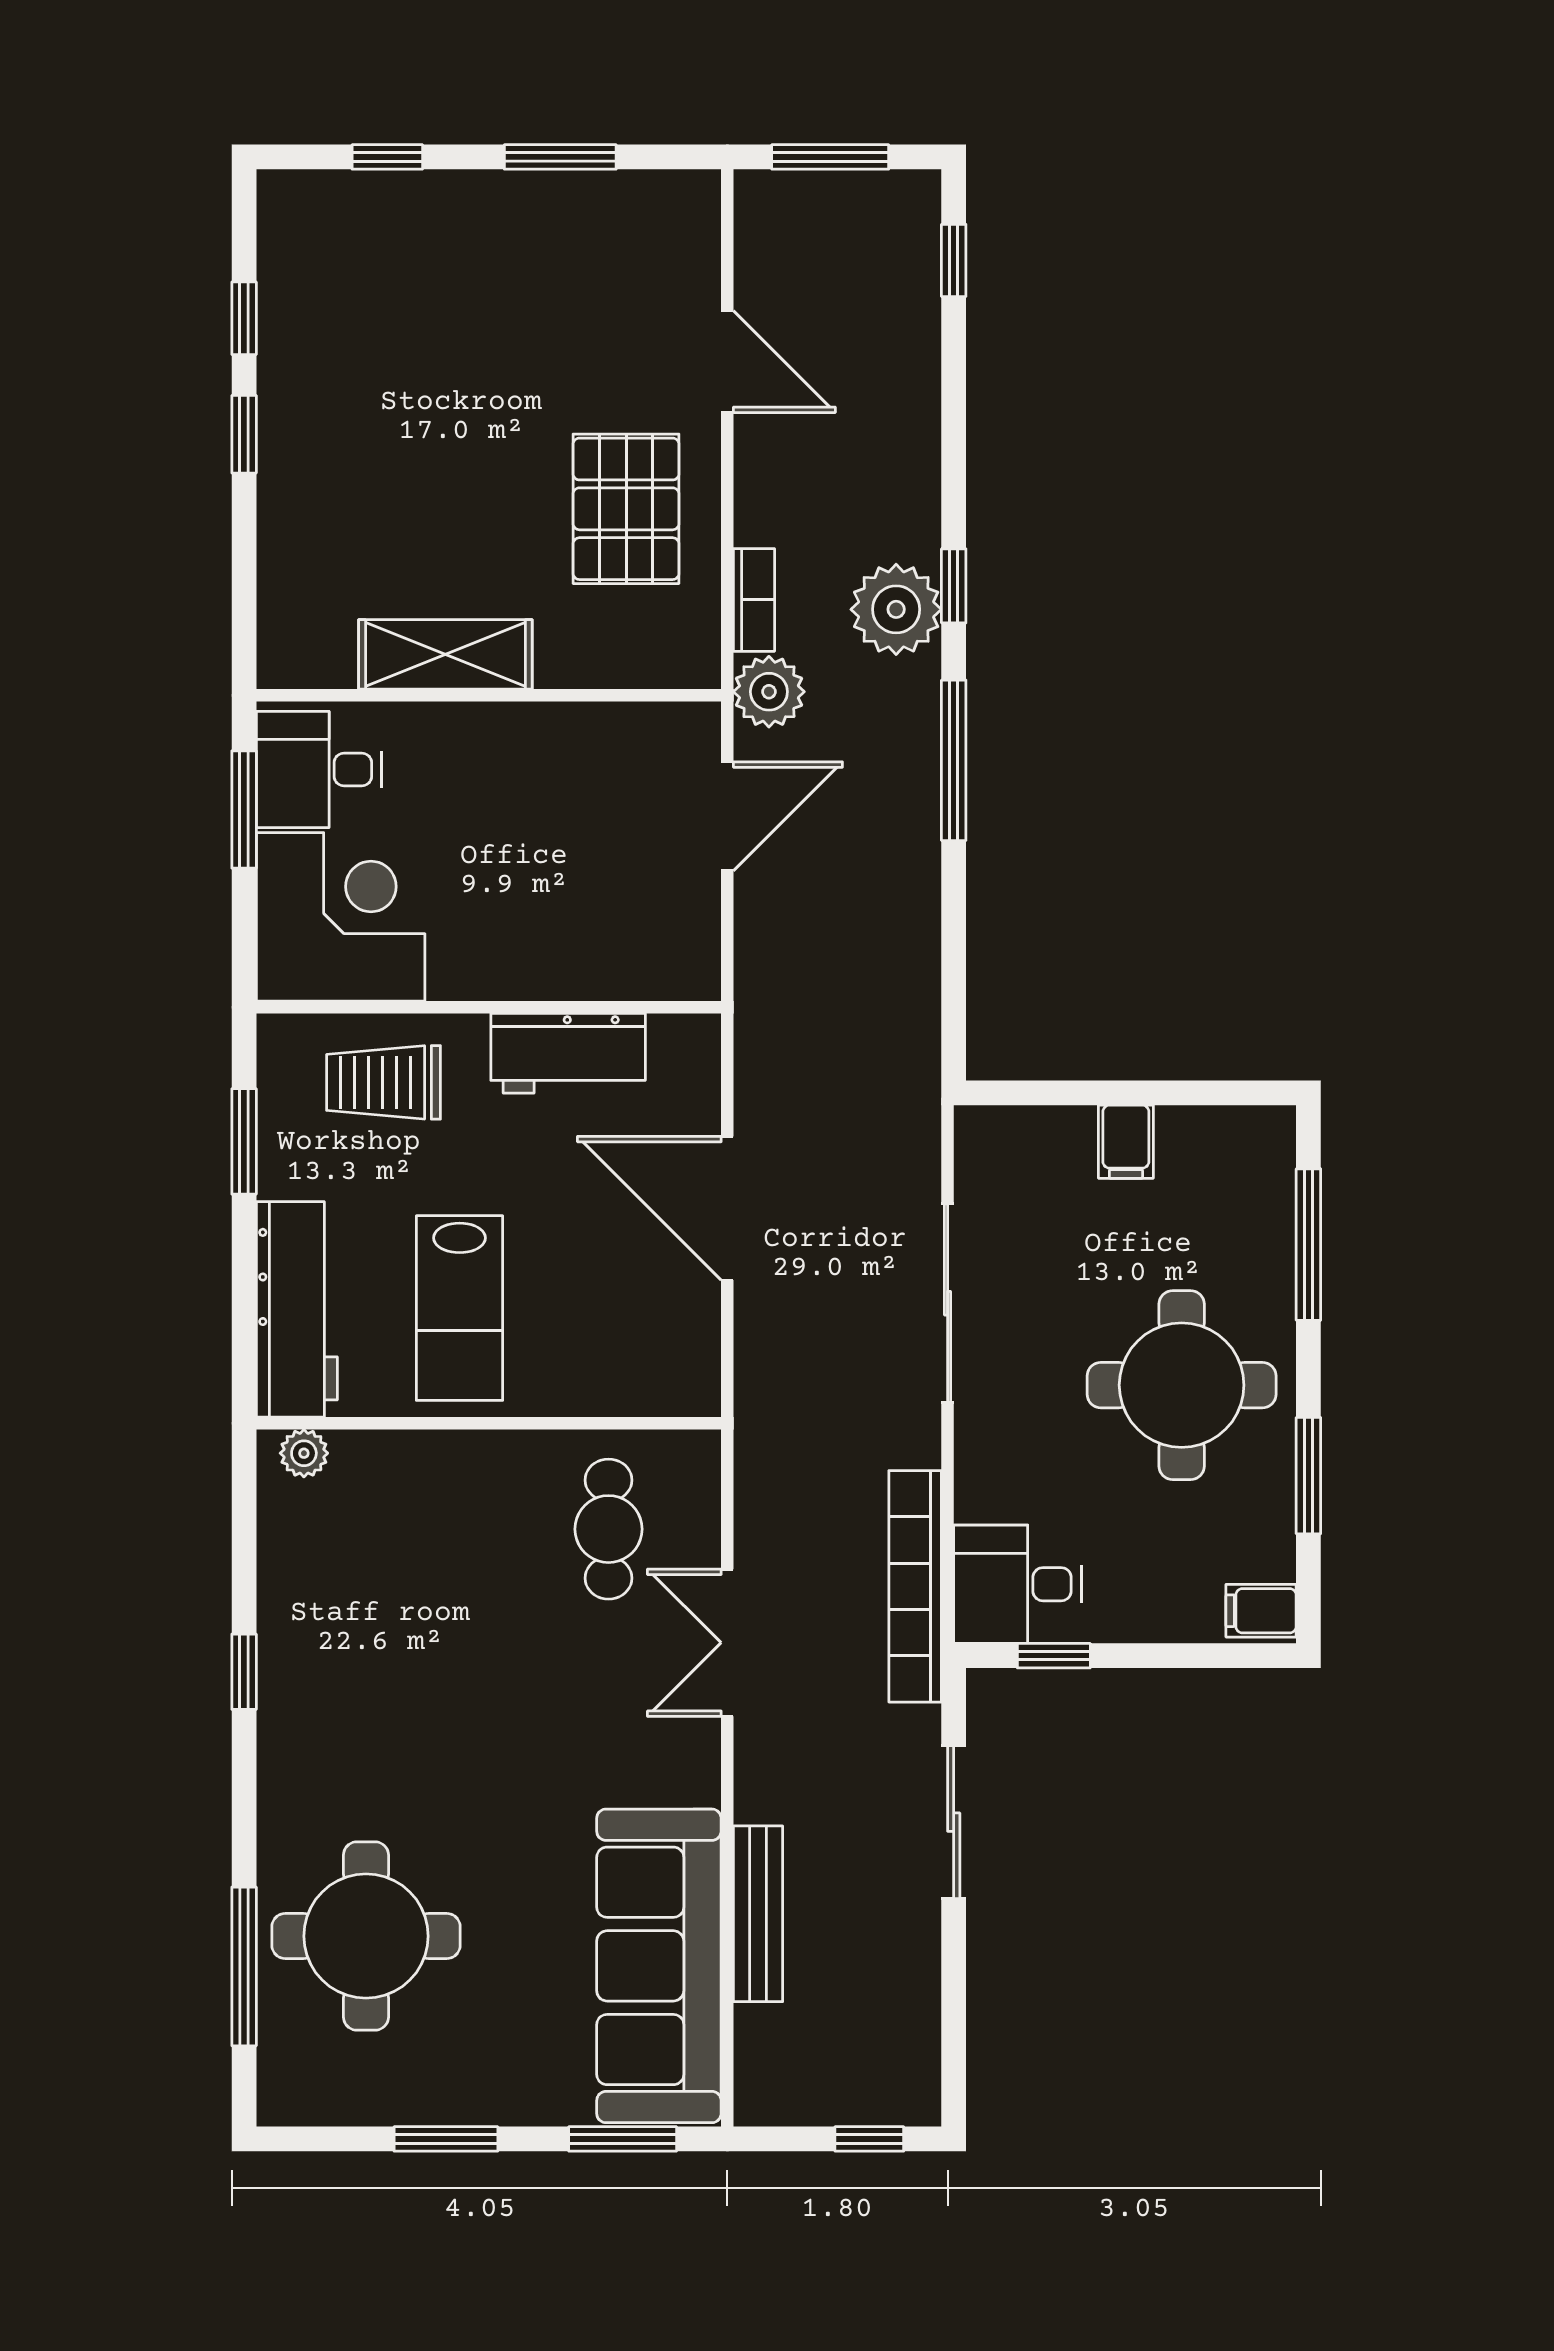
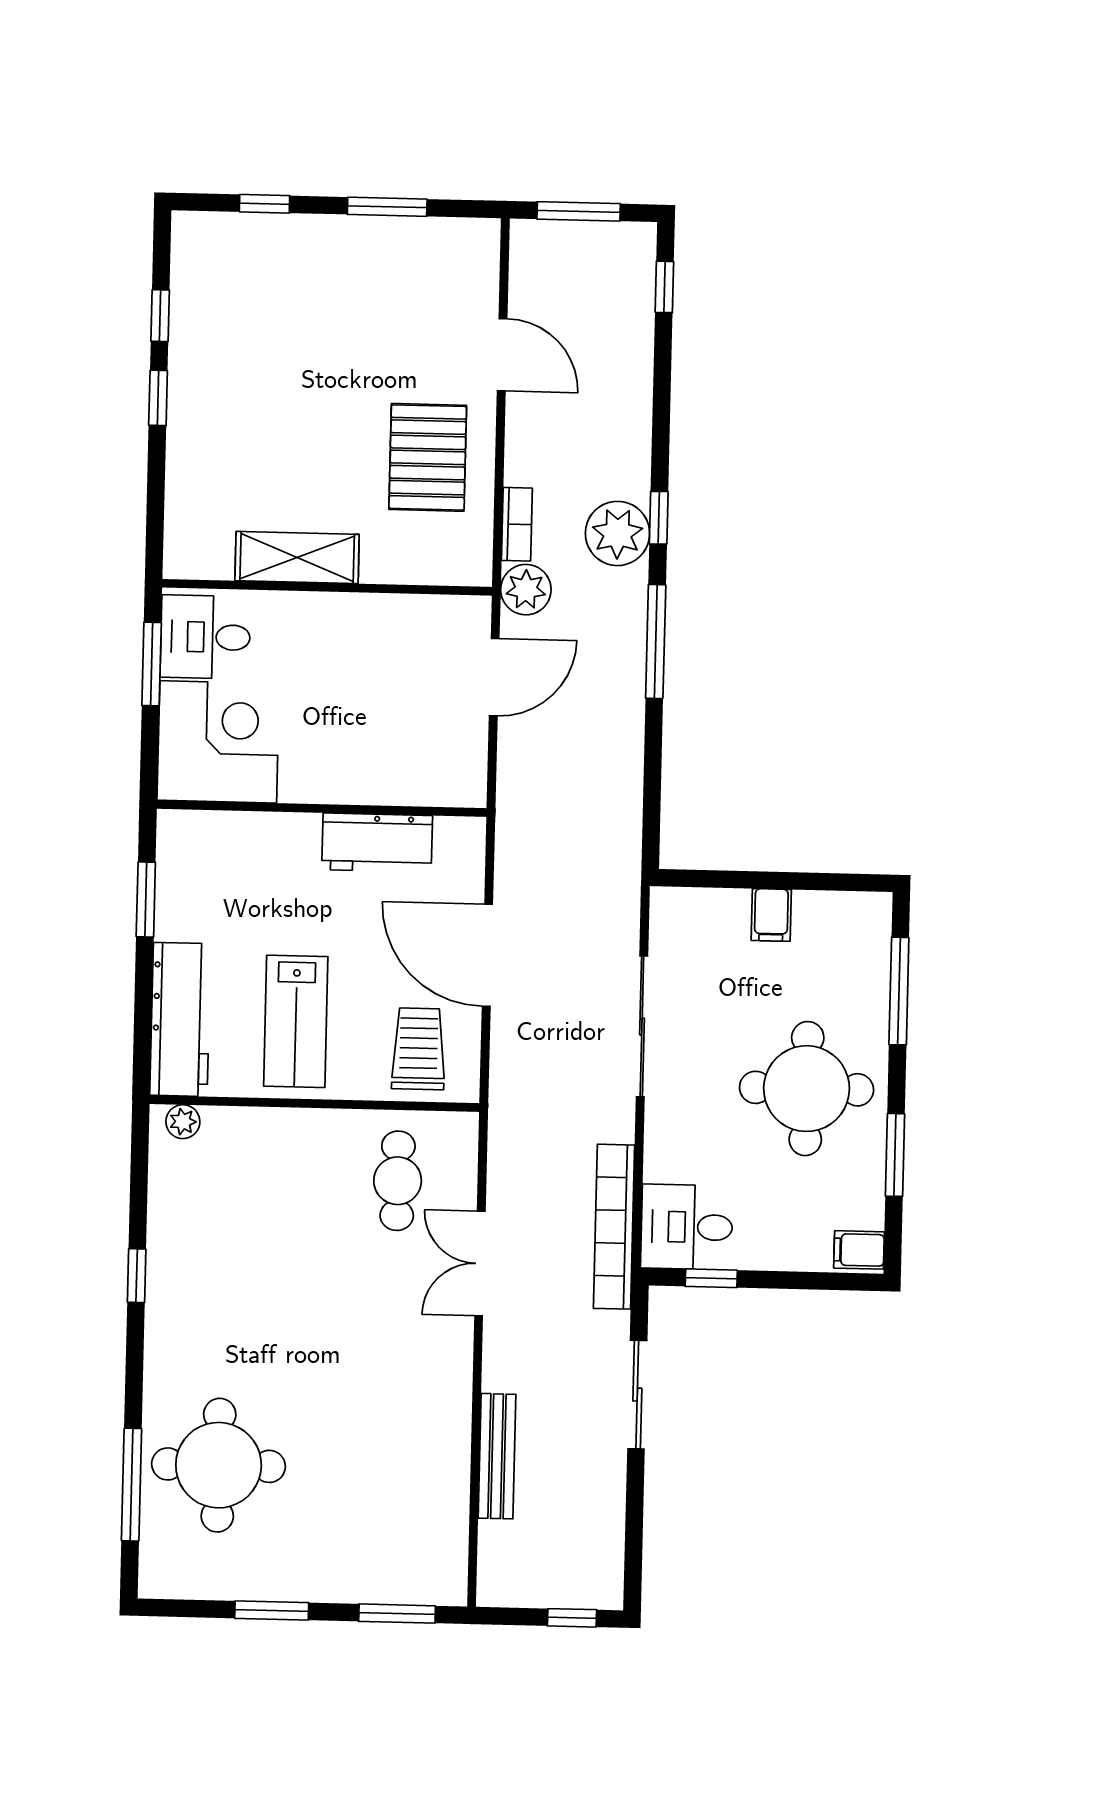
trolley: (384, 1082) -> (419, 1049), moved, turned 90
sofa: (659, 1966) -> (426, 1491), removed

